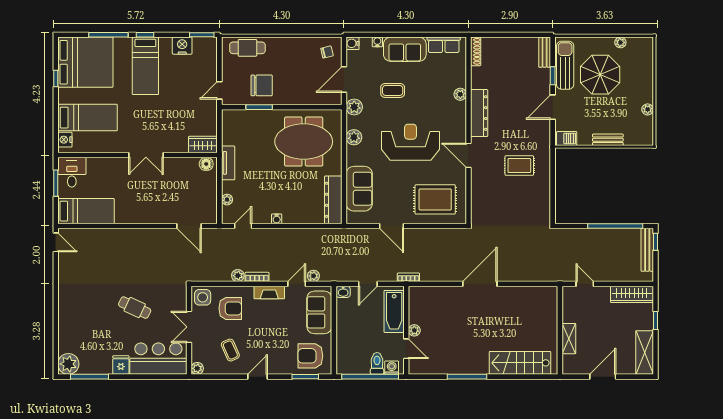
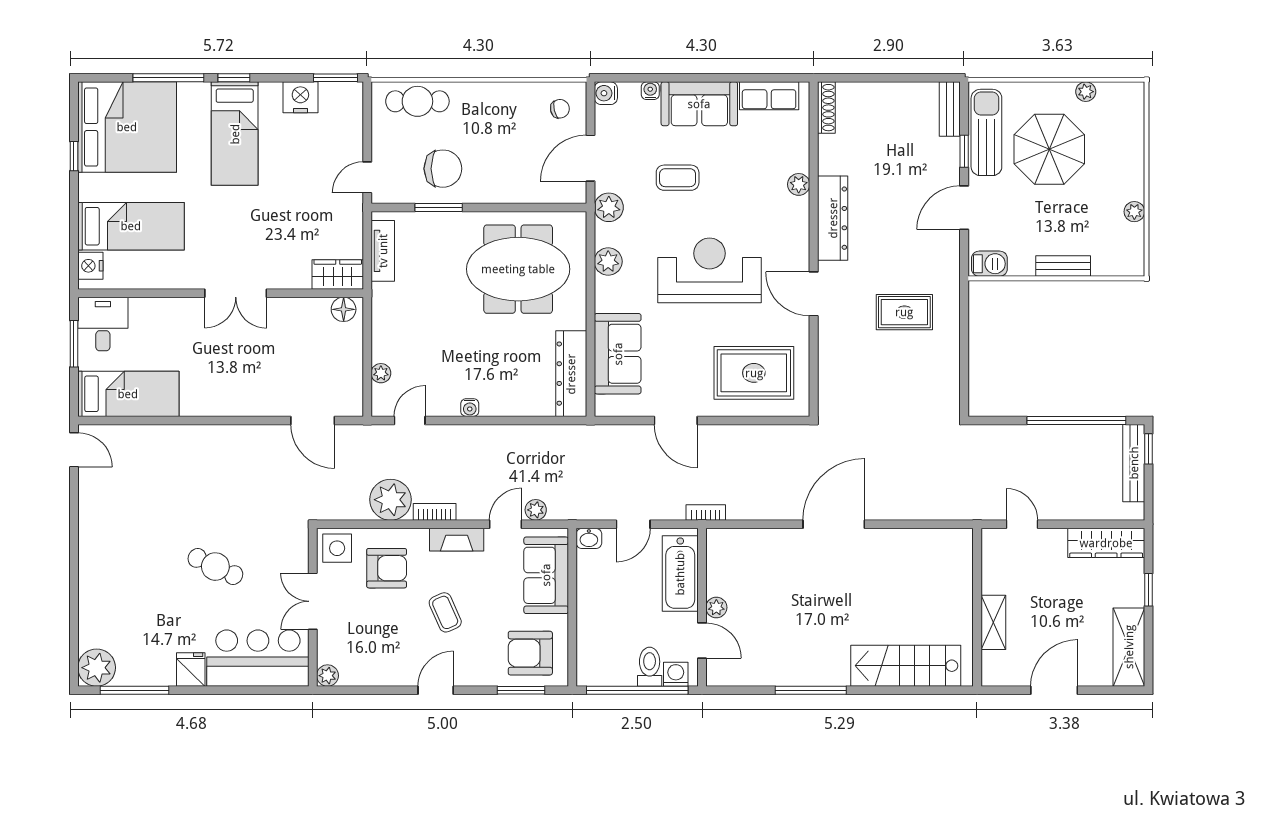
tv unit: (228, 163) -> (383, 251), moved
plant: (238, 276) -> (391, 500), width x1.88, depth x1.88
coffee table: (230, 350) -> (445, 612), moved

